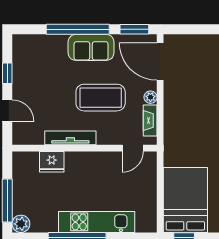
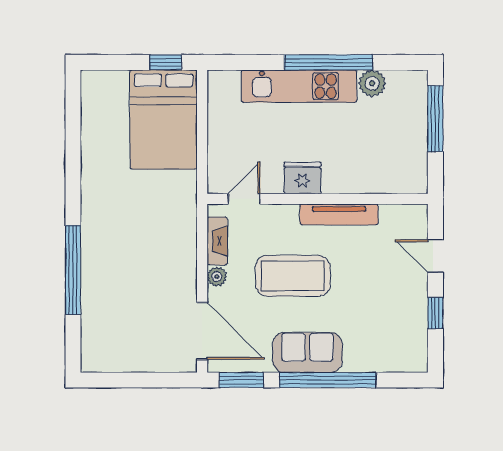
fridge: (52, 162) -> (303, 178), moved
plant: (21, 224) -> (372, 83), moved

